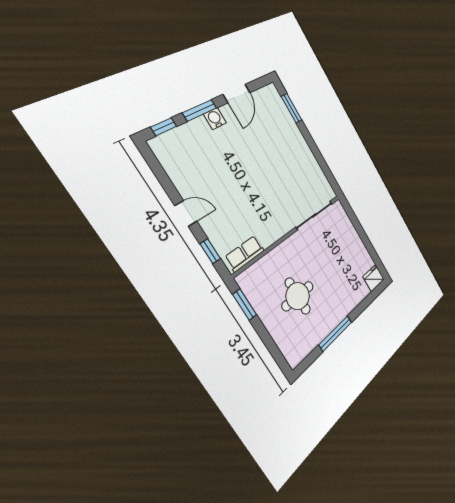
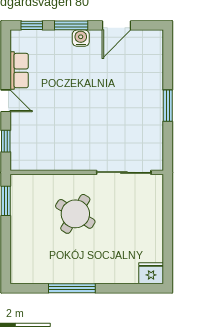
window: (292, 108) -> (168, 106), moved
row of seats: (245, 254) -> (19, 71), moved, turned 90
round table: (298, 296) -> (75, 214), moved, turned 32

